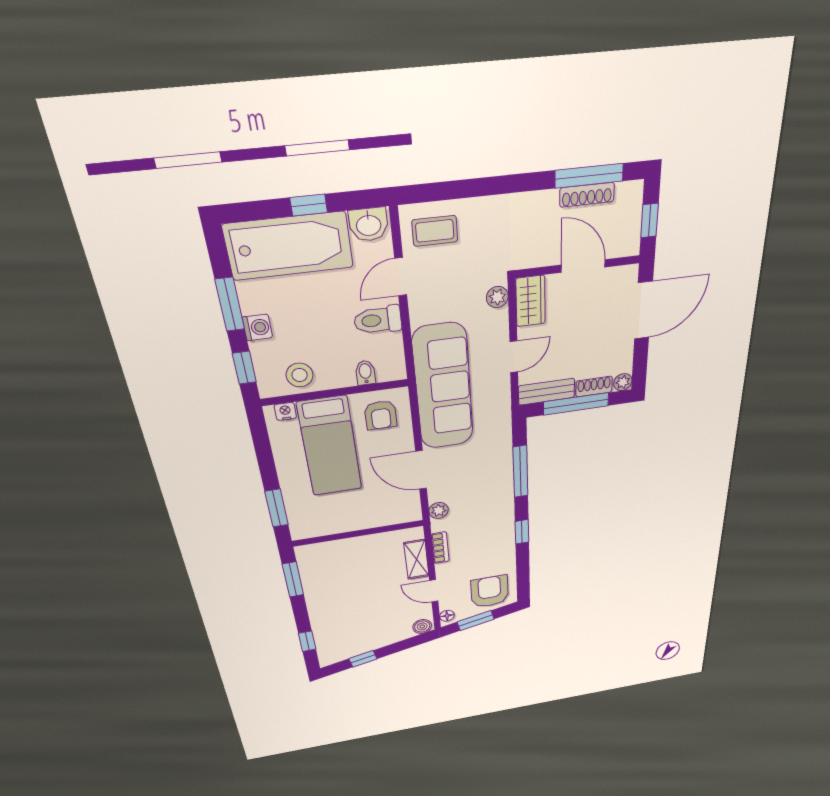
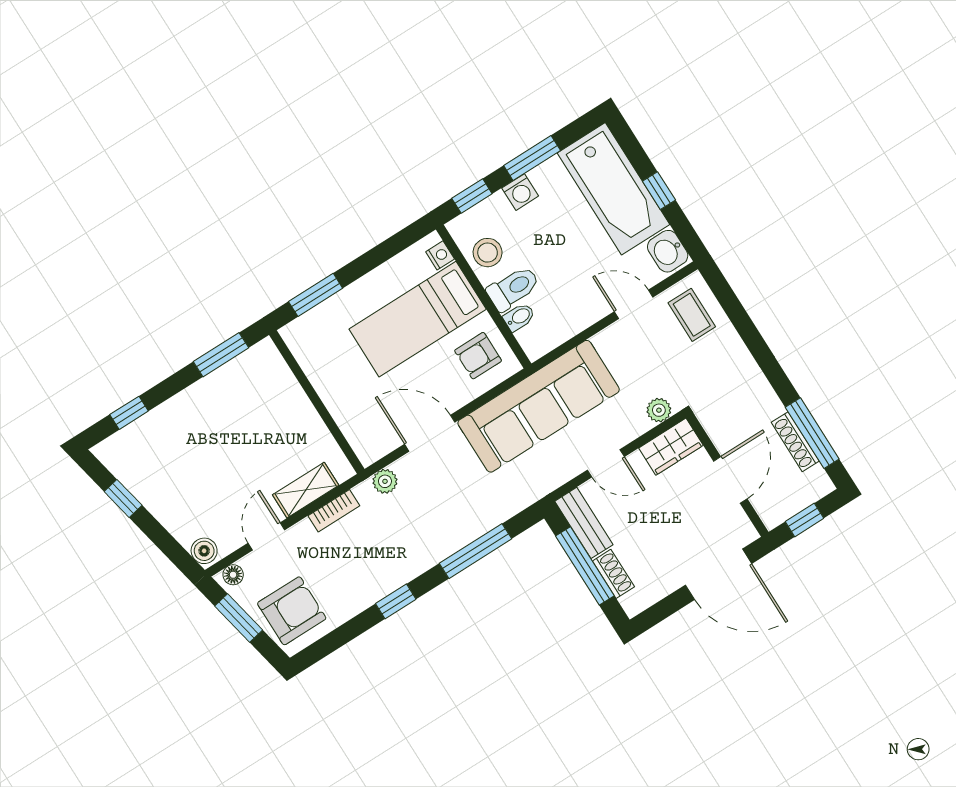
toilet: (378, 320) -> (513, 288), moved, turned 90
plant: (623, 382) -> (633, 604), removed
door: (421, 470) -> (430, 433), hinge flipped

